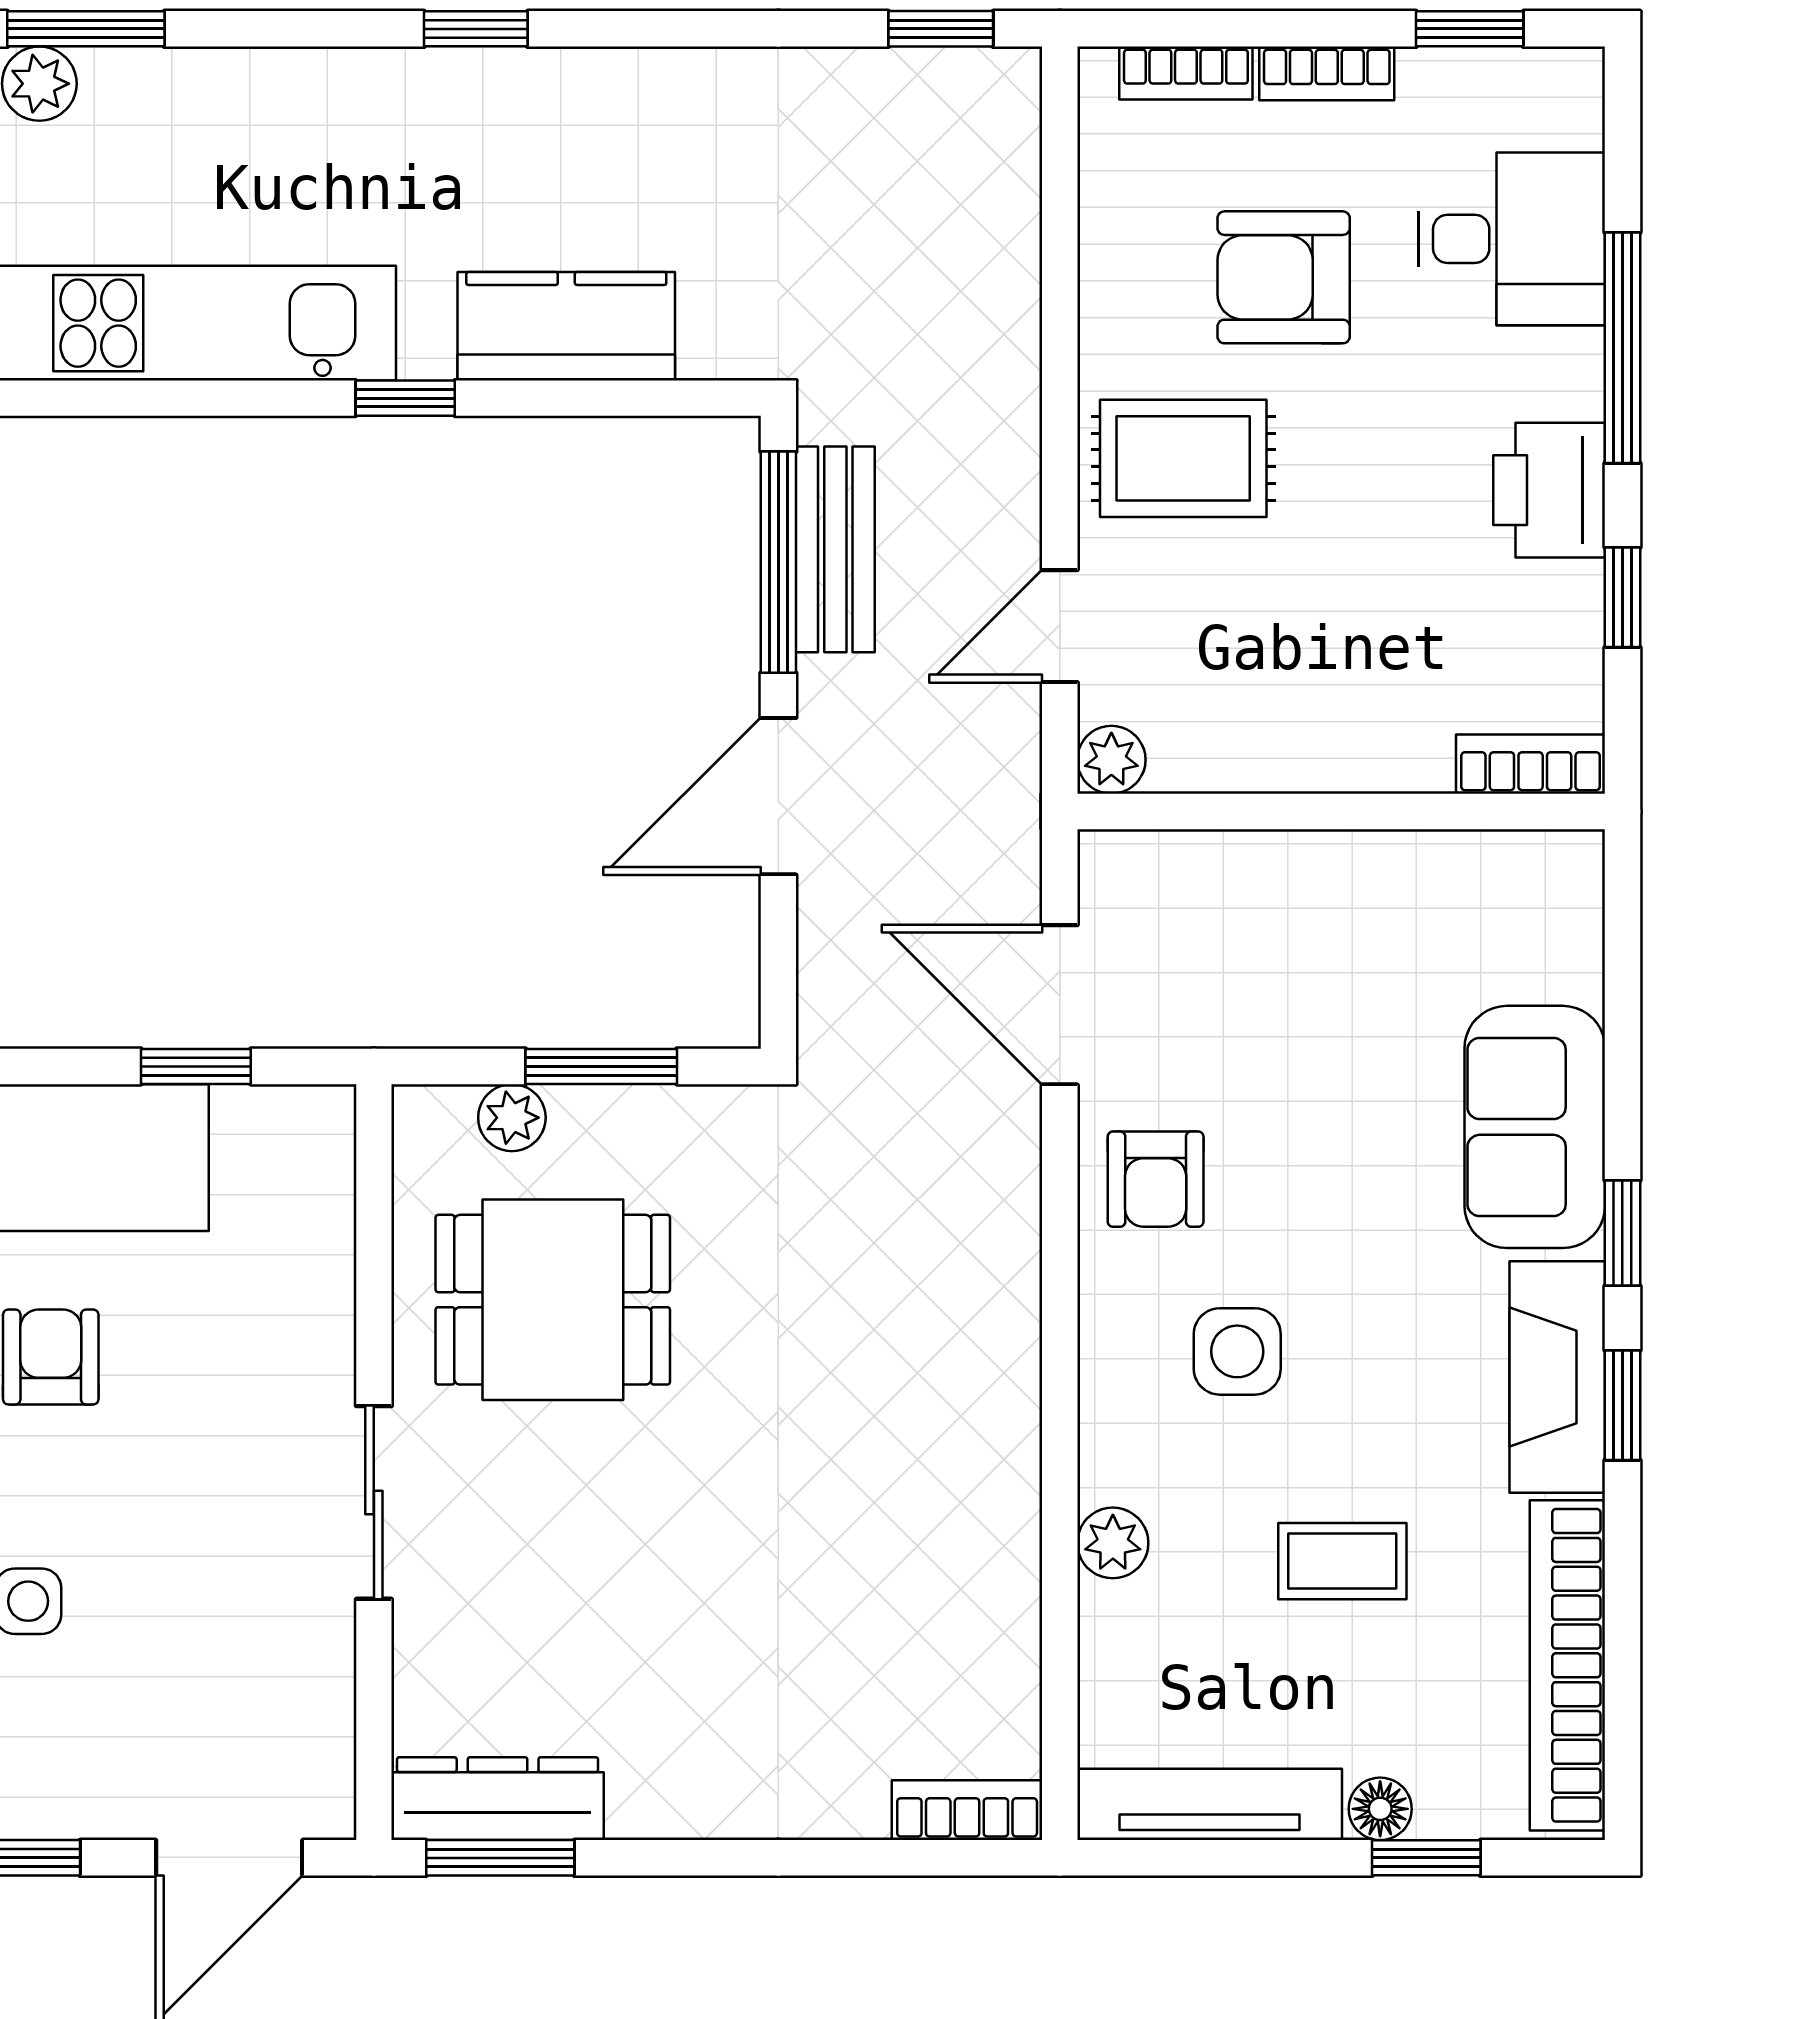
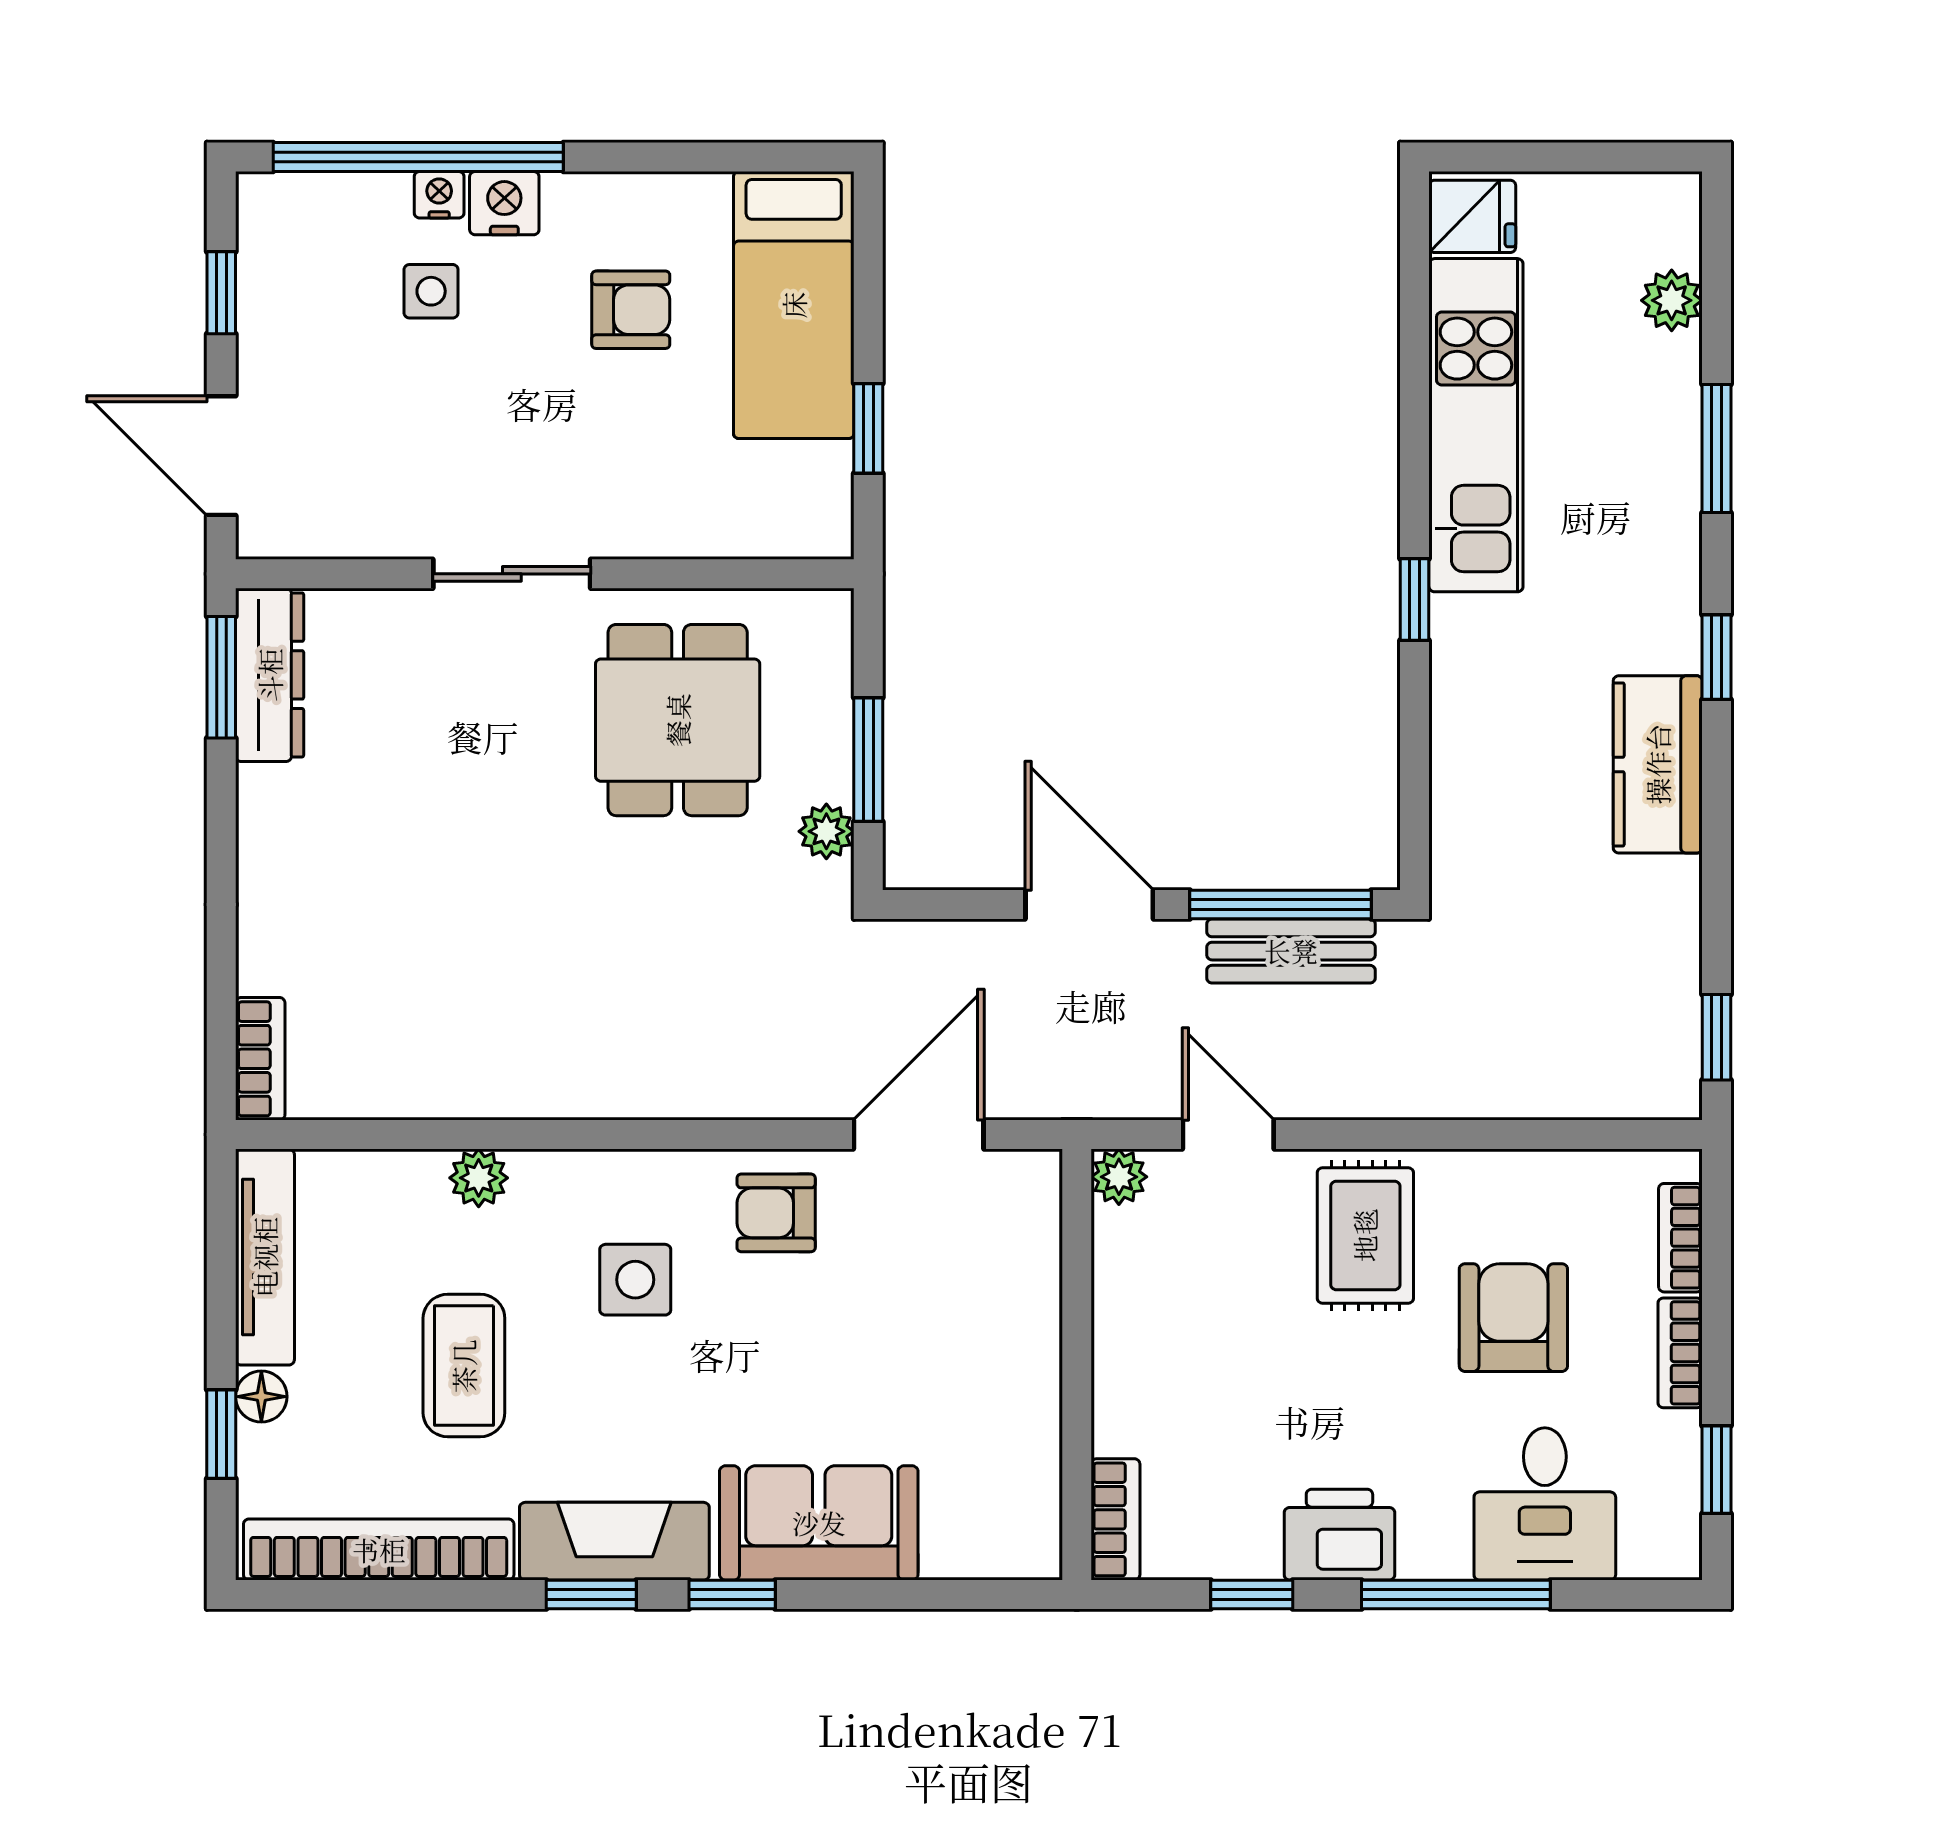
window: (86, 29) -> (1717, 449), moved
kitchen counter: (566, 326) -> (1658, 764), moved, turned 180
plant: (512, 1118) -> (826, 831), moved
coffee table: (1342, 1561) -> (464, 1366), width x1.36, depth x1.30

